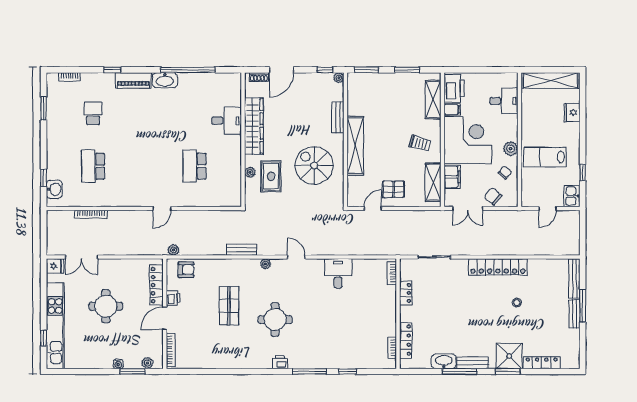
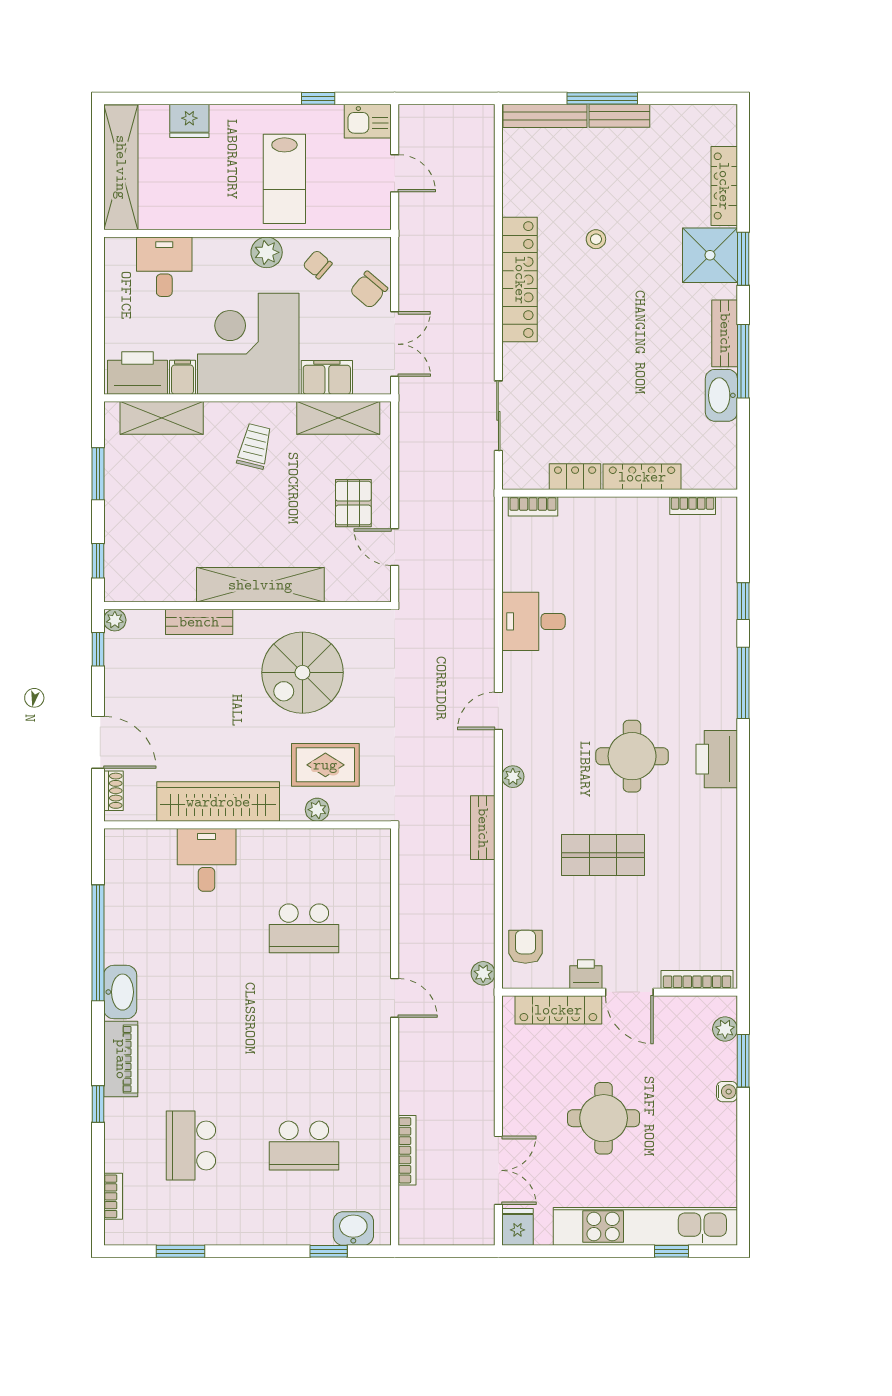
window: (366, 70) -> (98, 561), width x0.67
school desk: (93, 113) -> (191, 1146), width x1.85
locker: (406, 340) -> (642, 477), moved
printer: (280, 362) -> (717, 759), width x1.87, depth x1.48

